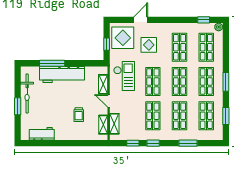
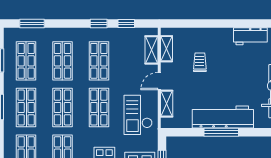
window: (52, 63) -> (221, 132), moved
door: (109, 101) -> (159, 81), swing flipped
window: (188, 143) -> (32, 23), moved

